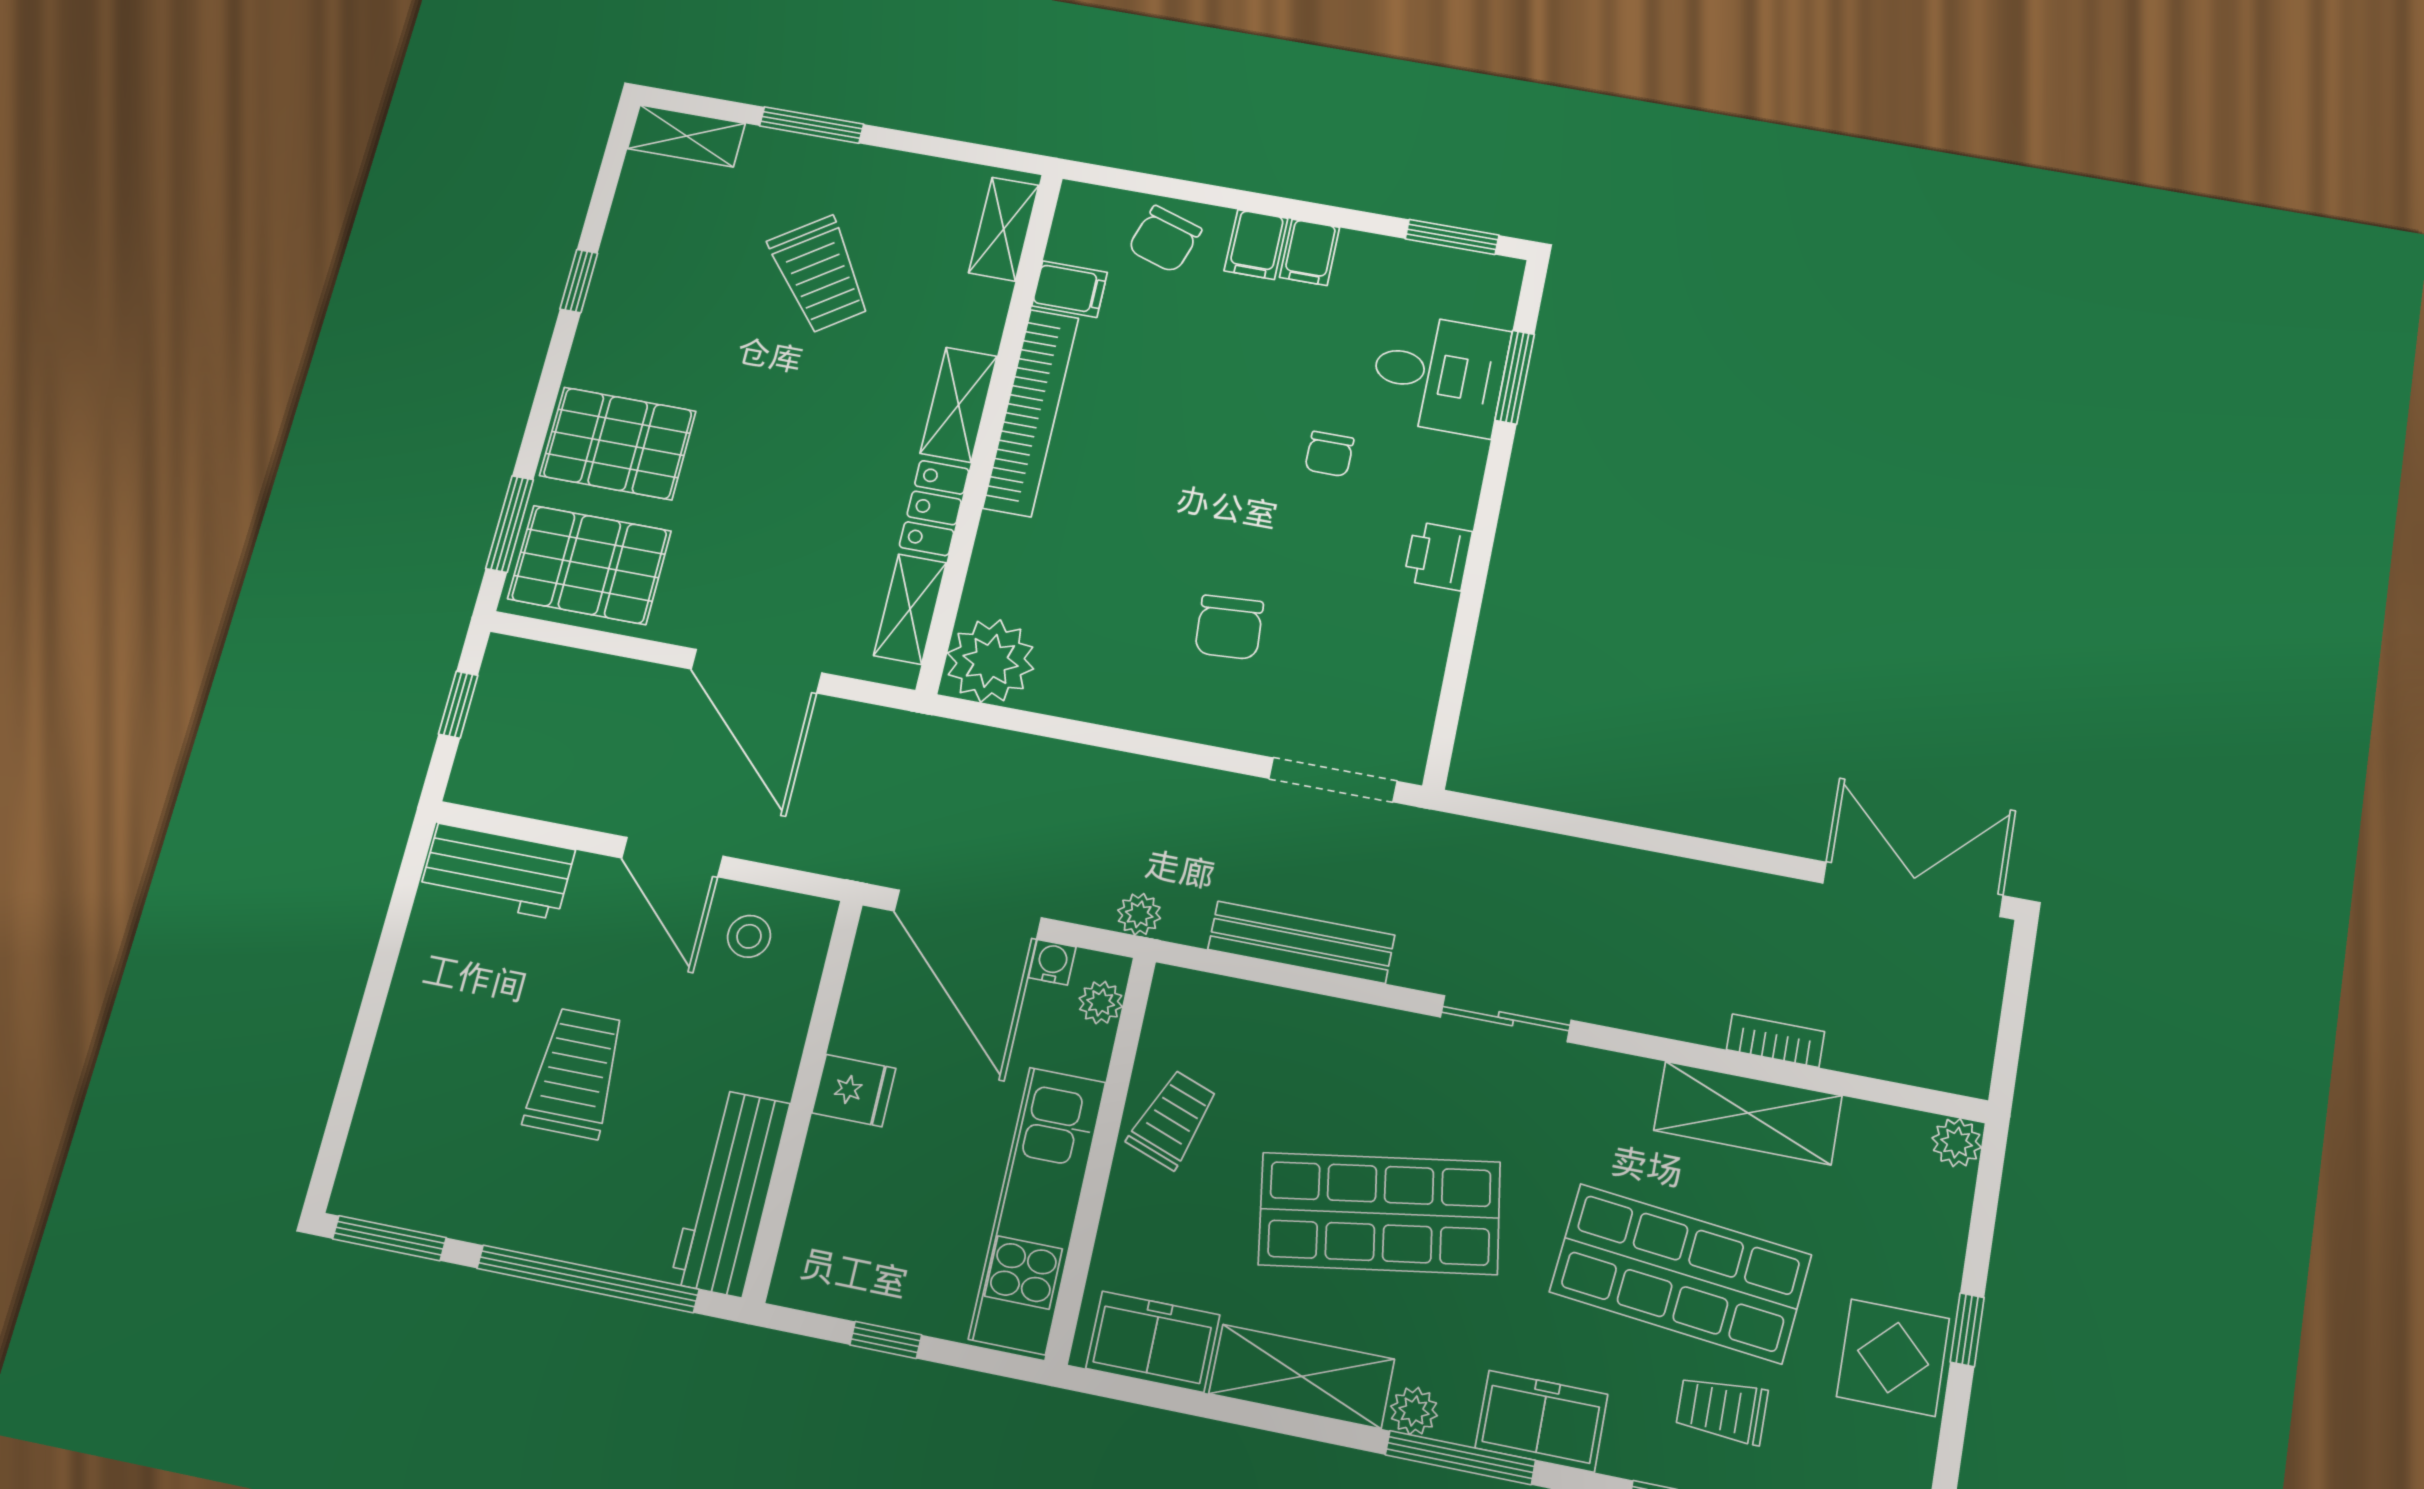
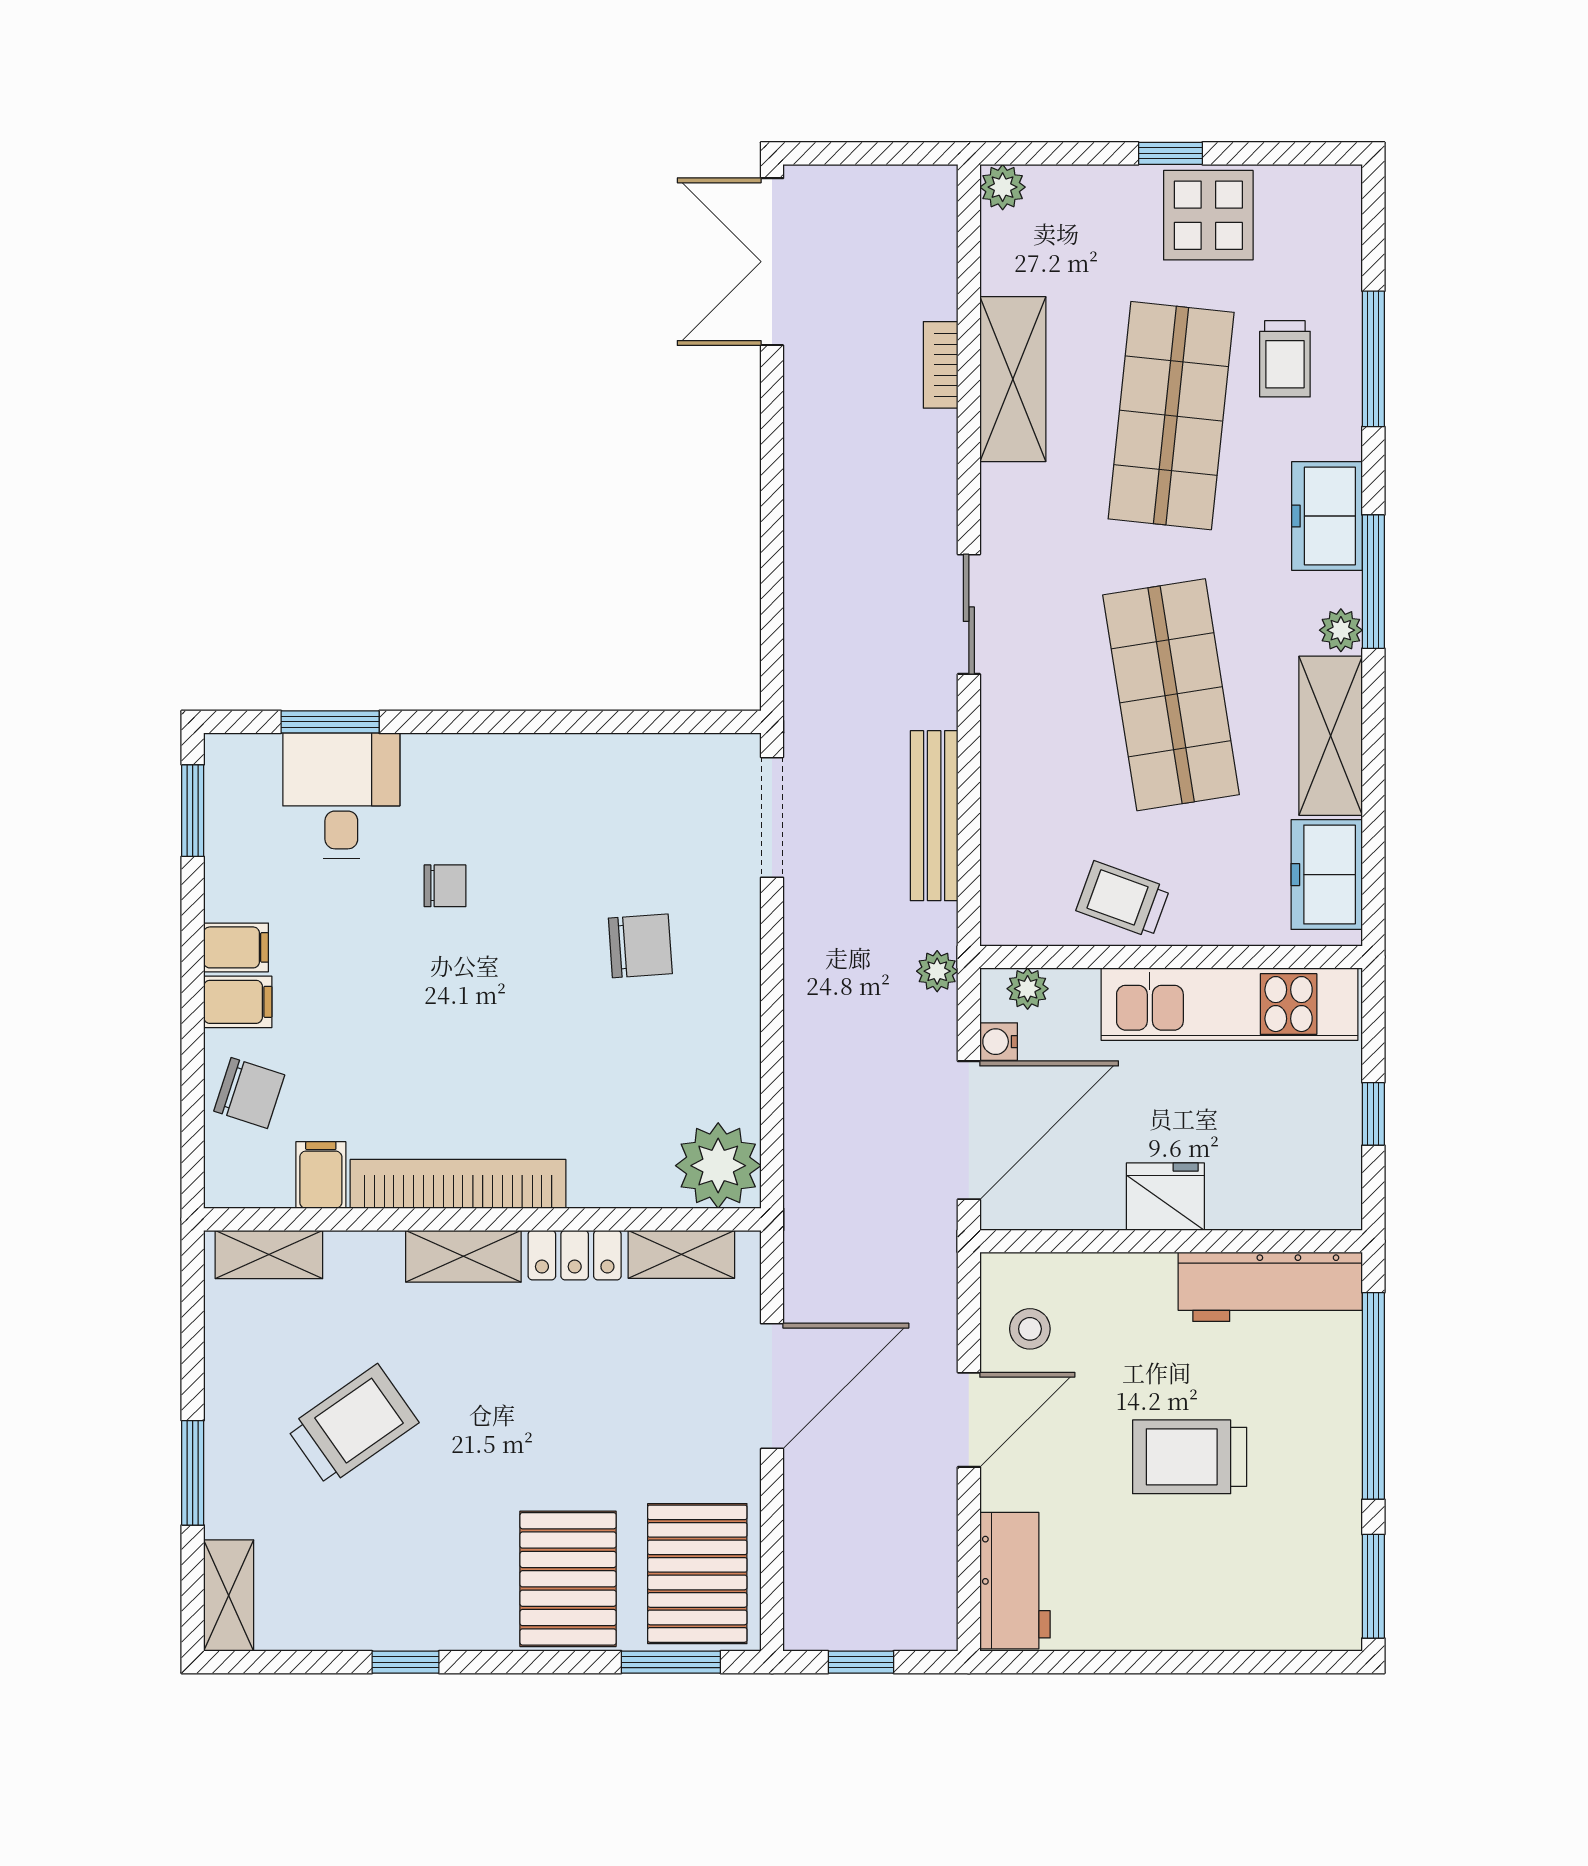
printer: (1438, 556) -> (530, 761), removed
fridge: (854, 1091) -> (1165, 1197), width x1.38

